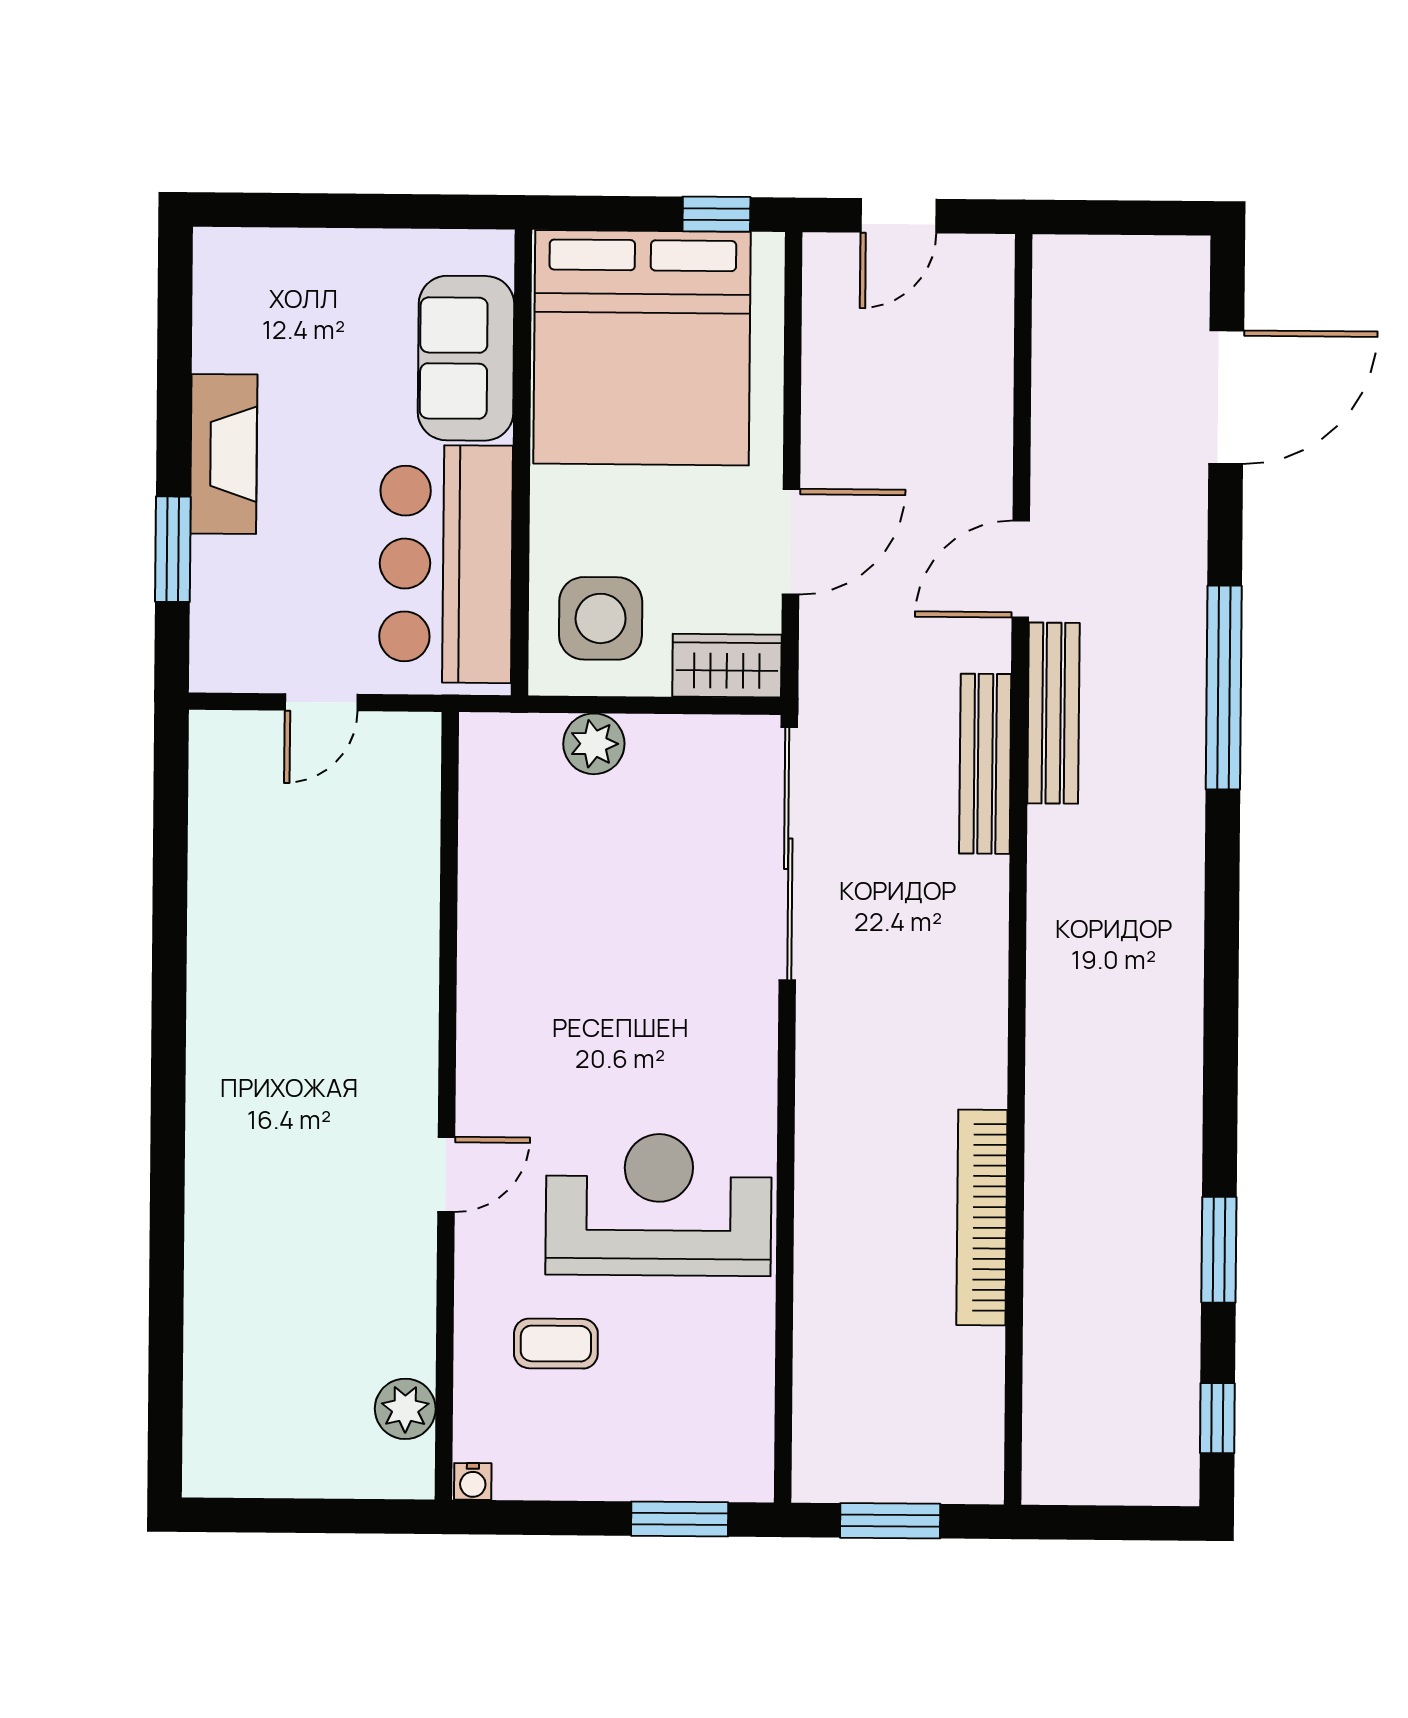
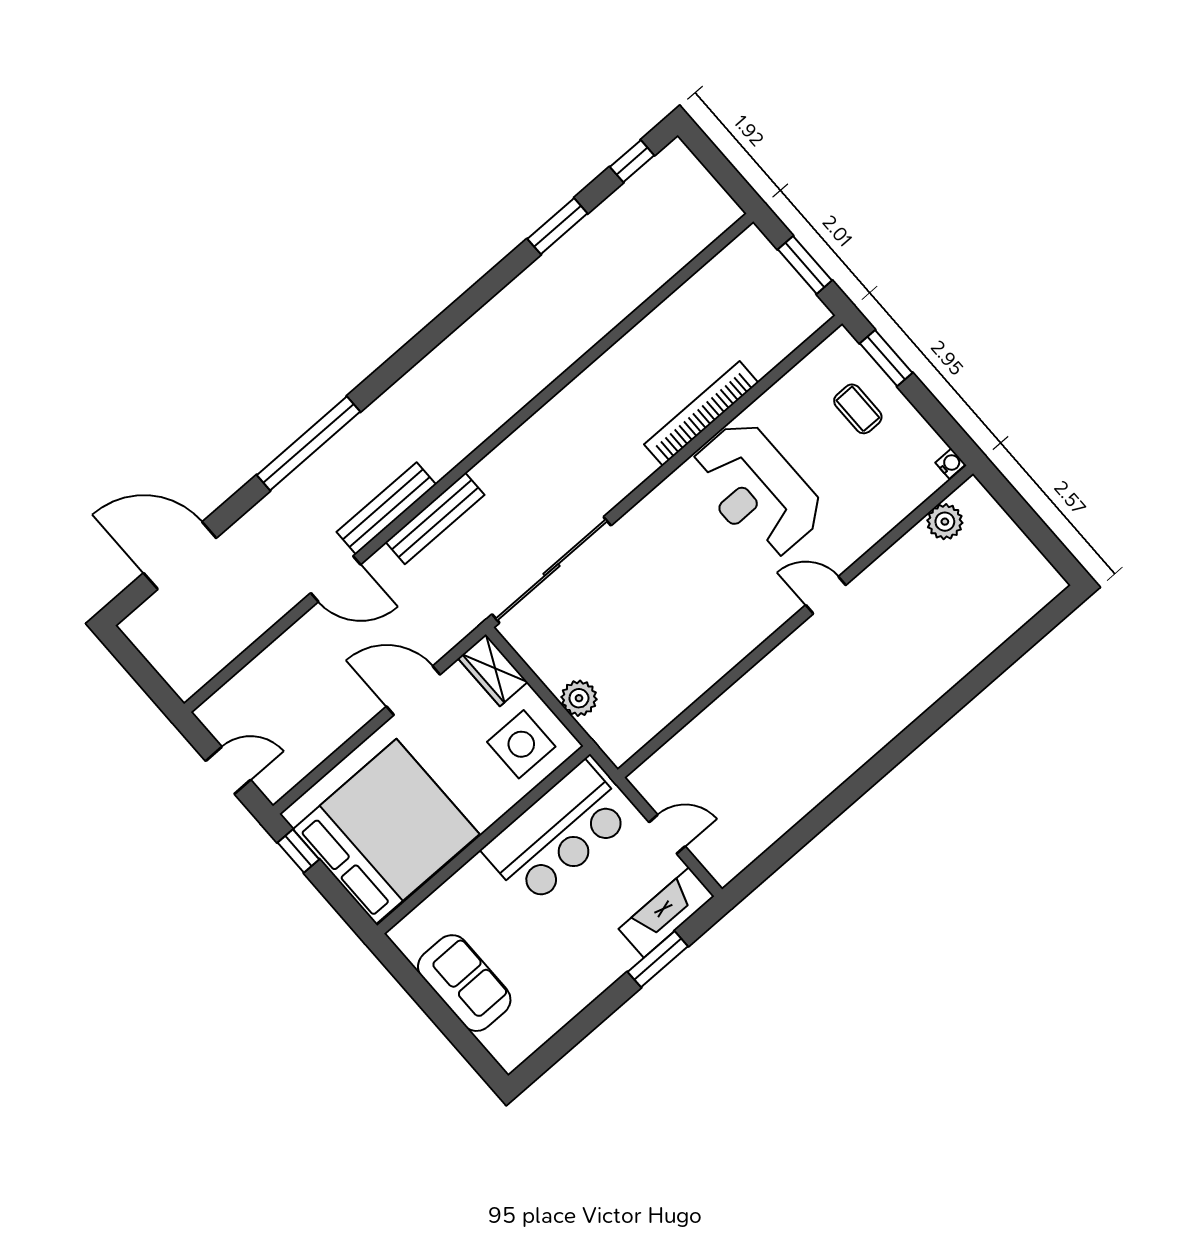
sofa: (466, 358) -> (464, 983), moved, turned -90
fireplace: (224, 454) -> (666, 912), moved
bookcase: (982, 1217) -> (701, 413), moved, turned 180
coffee table: (556, 1344) -> (858, 409), moved

